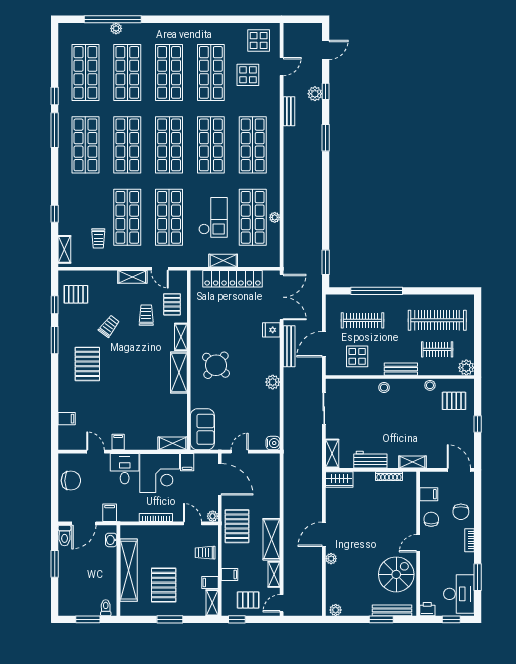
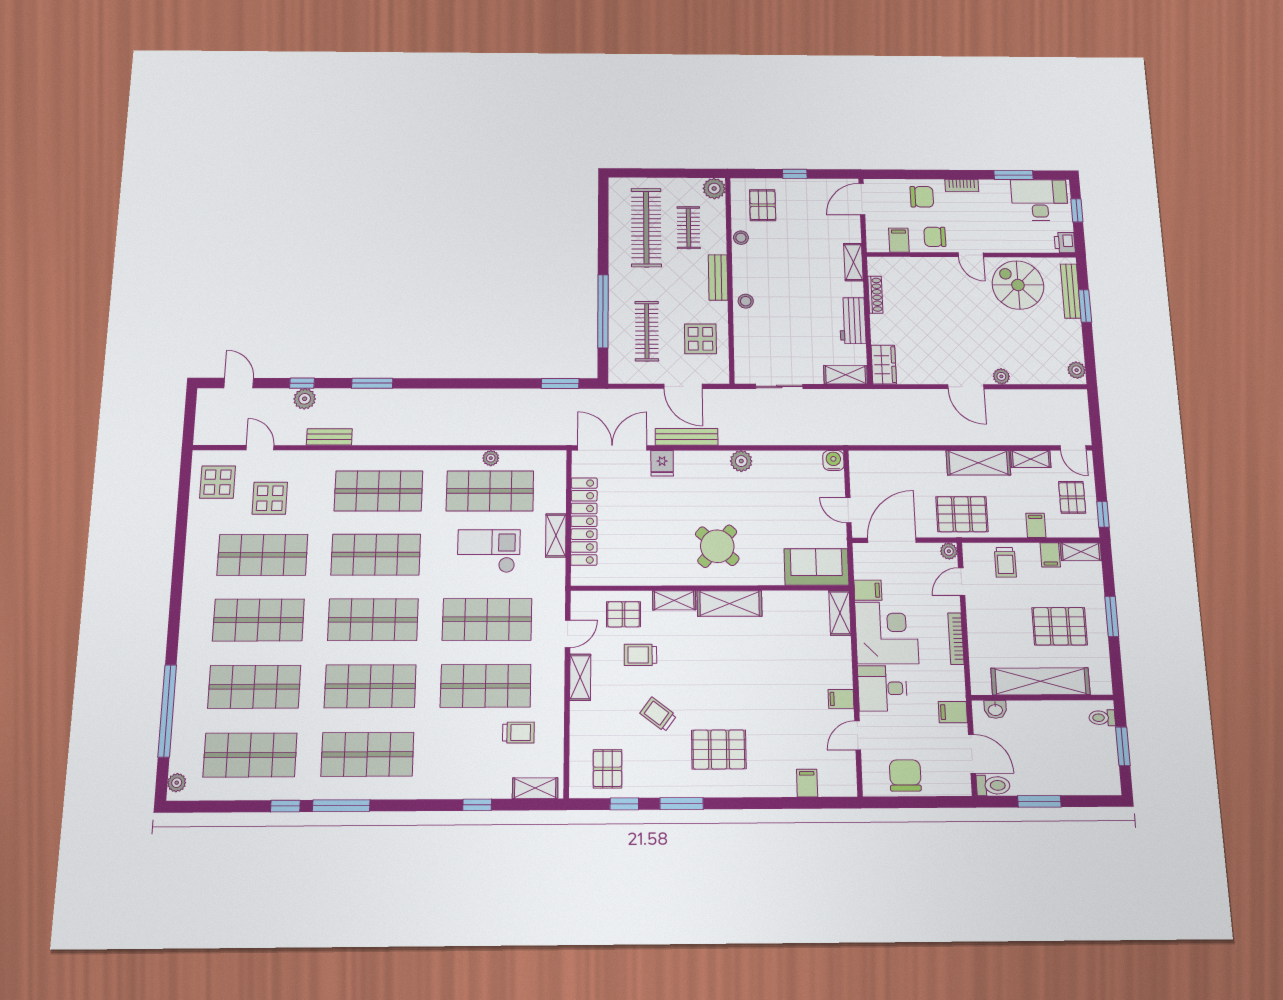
plant: (116, 28) -> (177, 783), moved

